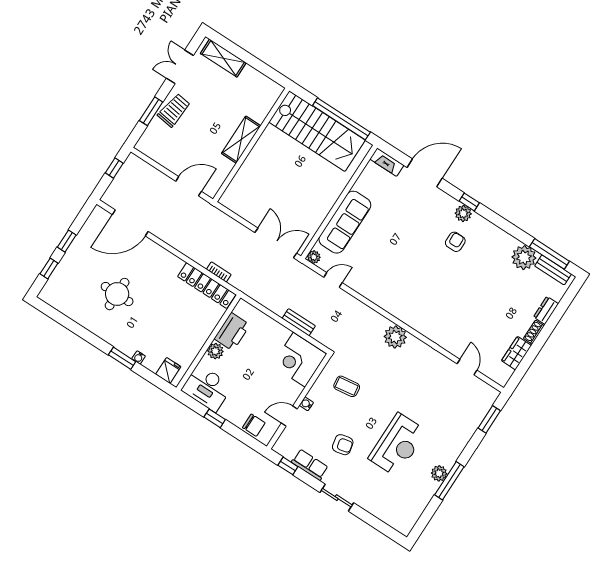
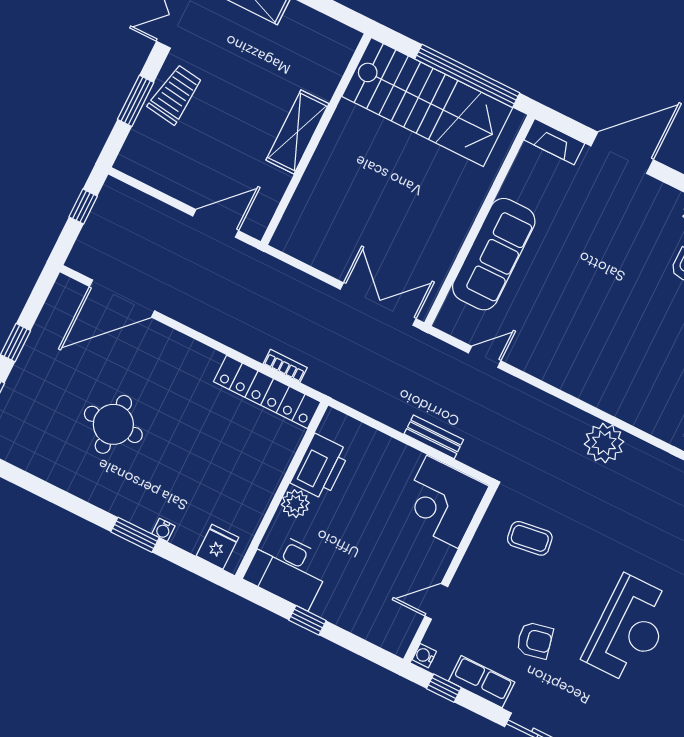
plant: (314, 257) -> (447, 321), removed
water cooler: (306, 404) -> (424, 656), moved
chair: (254, 425) -> (377, 624), removed

